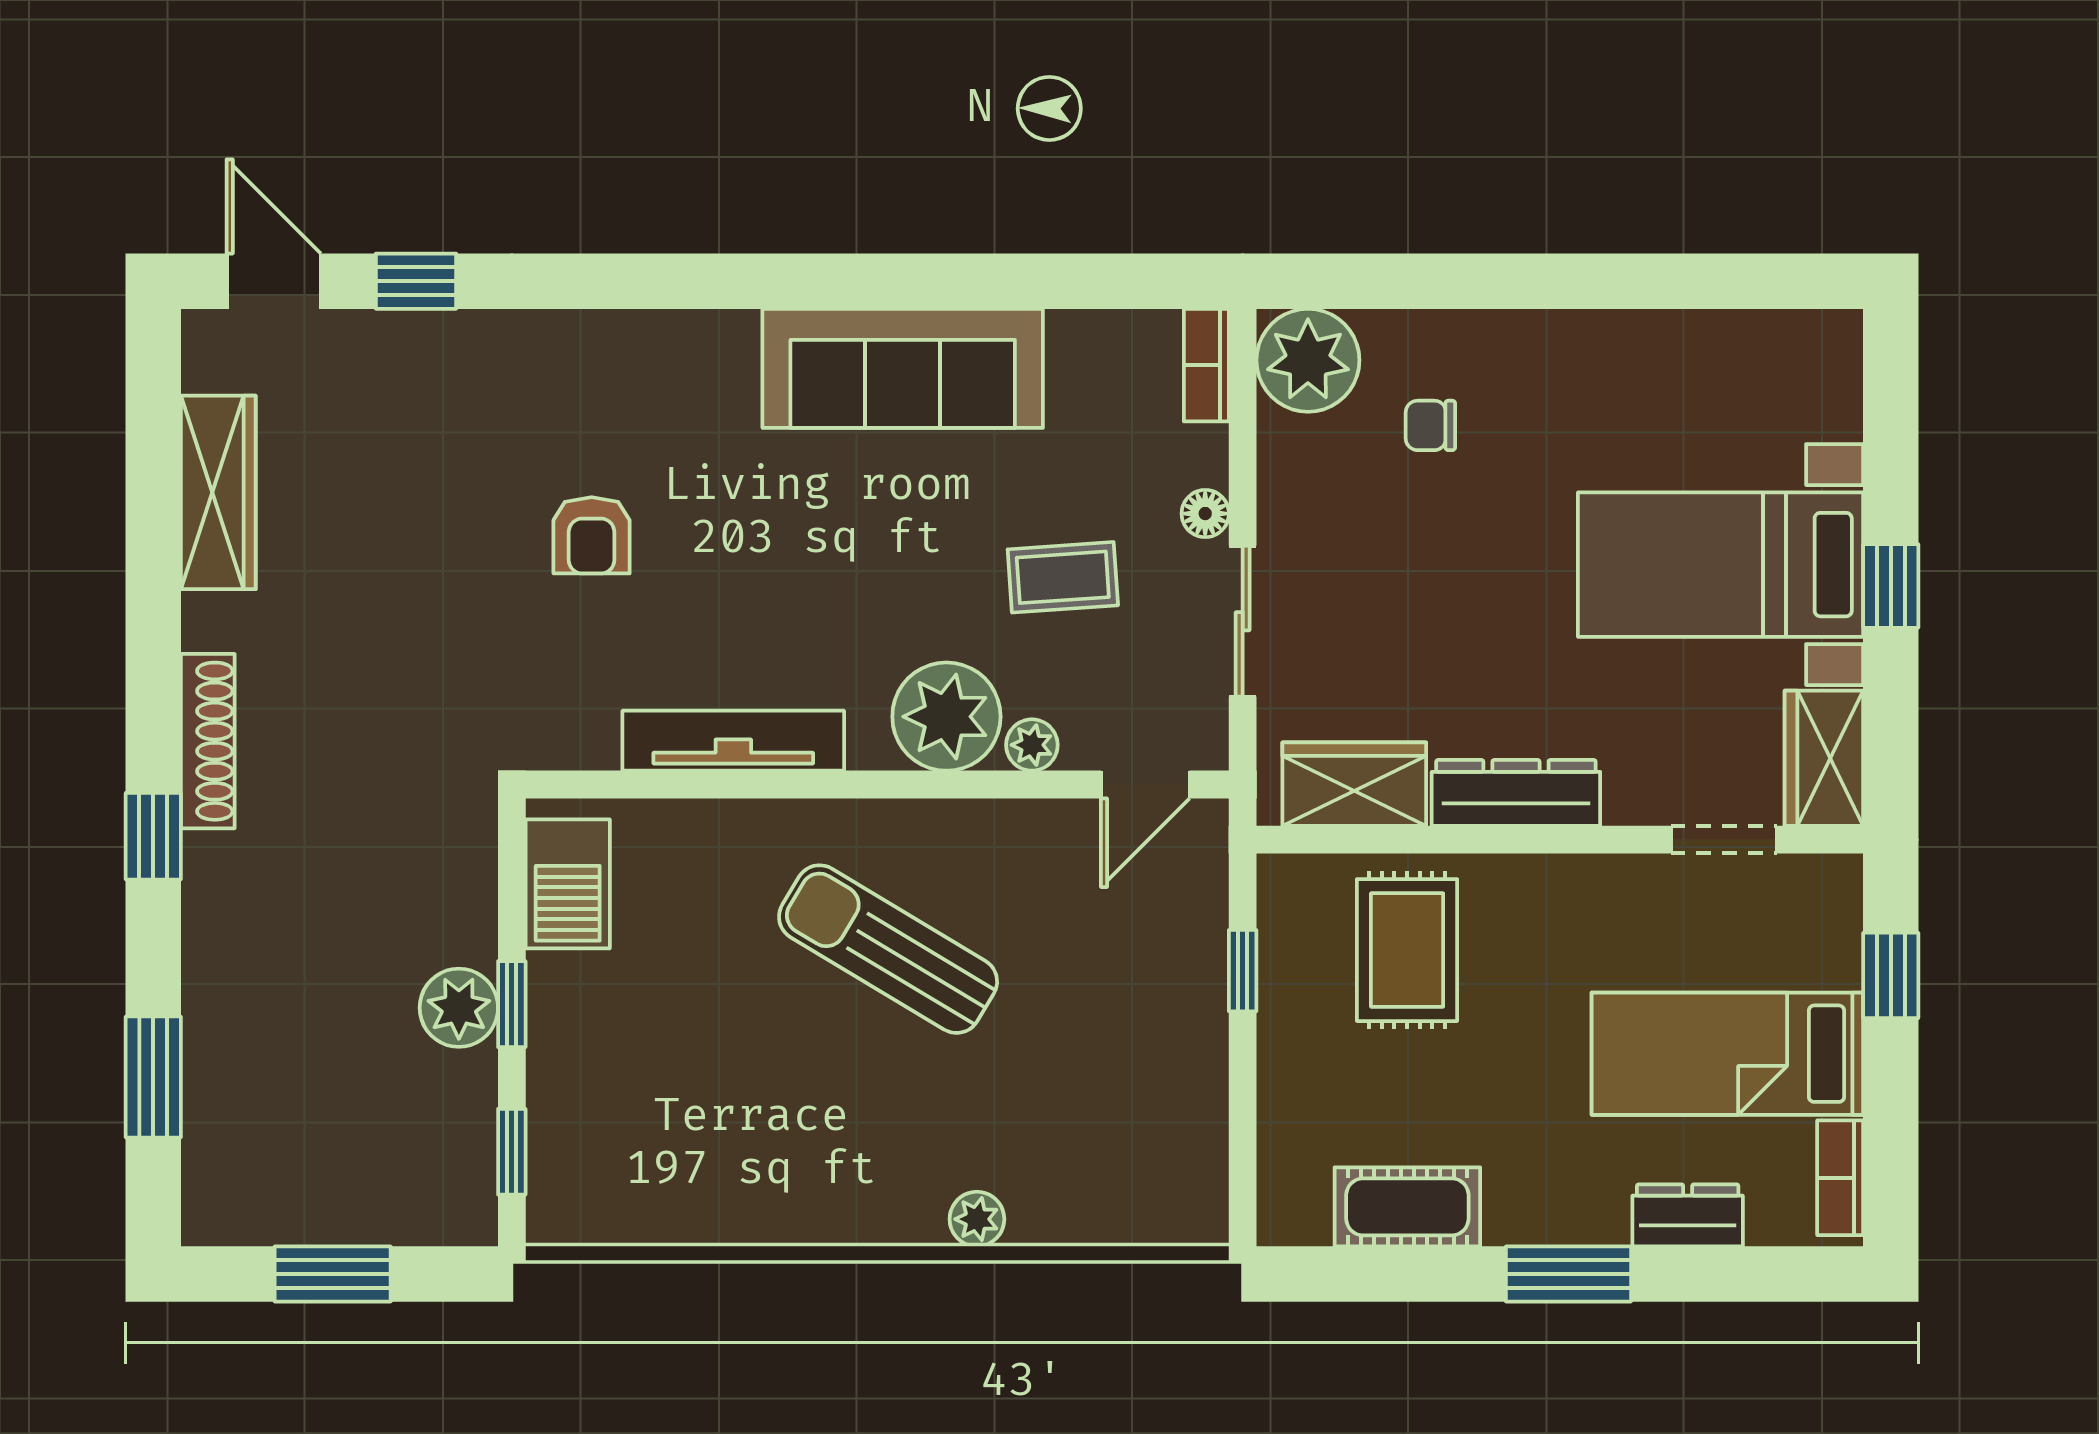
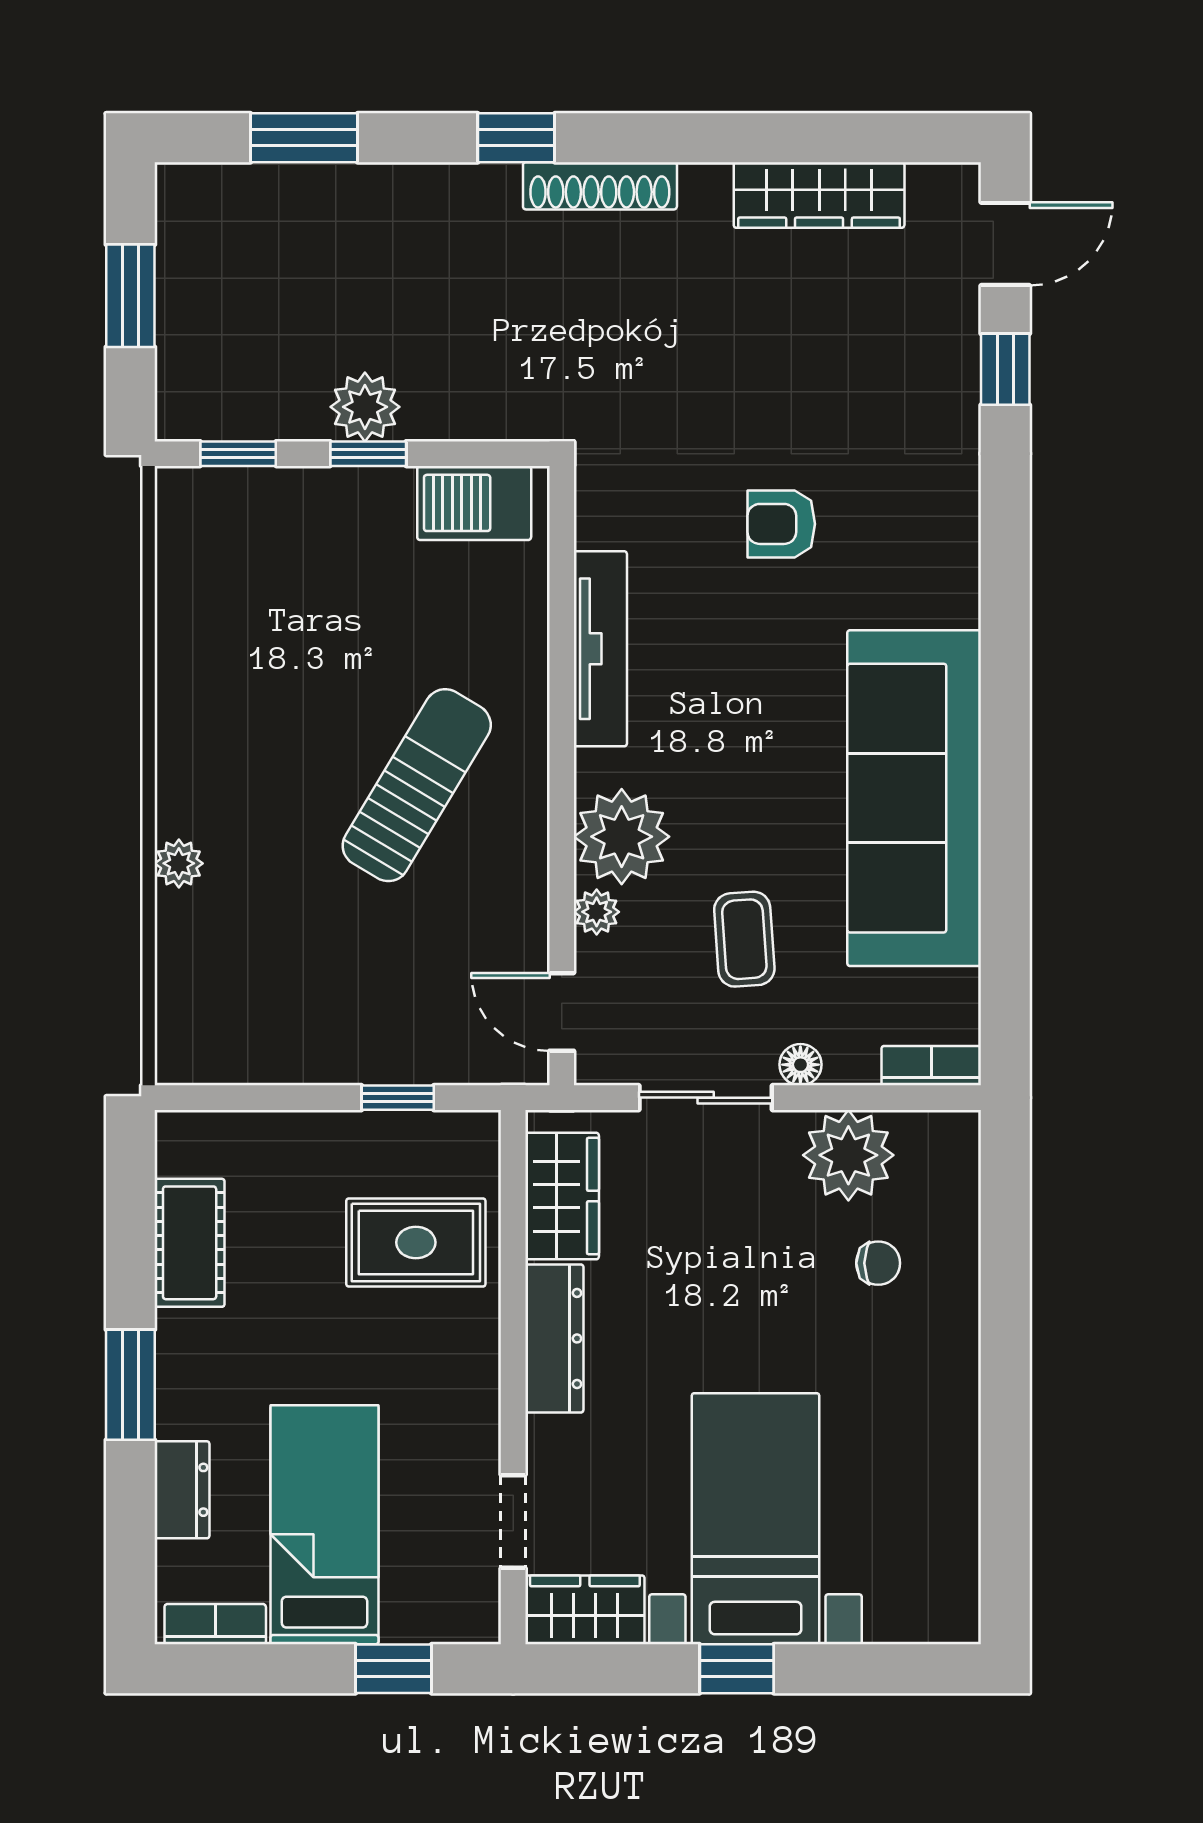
plant: (1308, 360) -> (848, 1155), moved
sofa: (903, 368) -> (914, 798), width x1.36, depth x1.27
chair: (1430, 425) -> (878, 1263), turned 90

